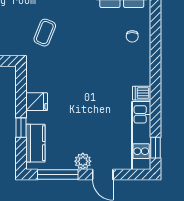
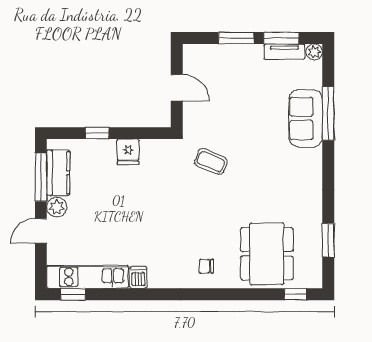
kitchen counter: (35, 143) -> (58, 173), moved, turned -90

